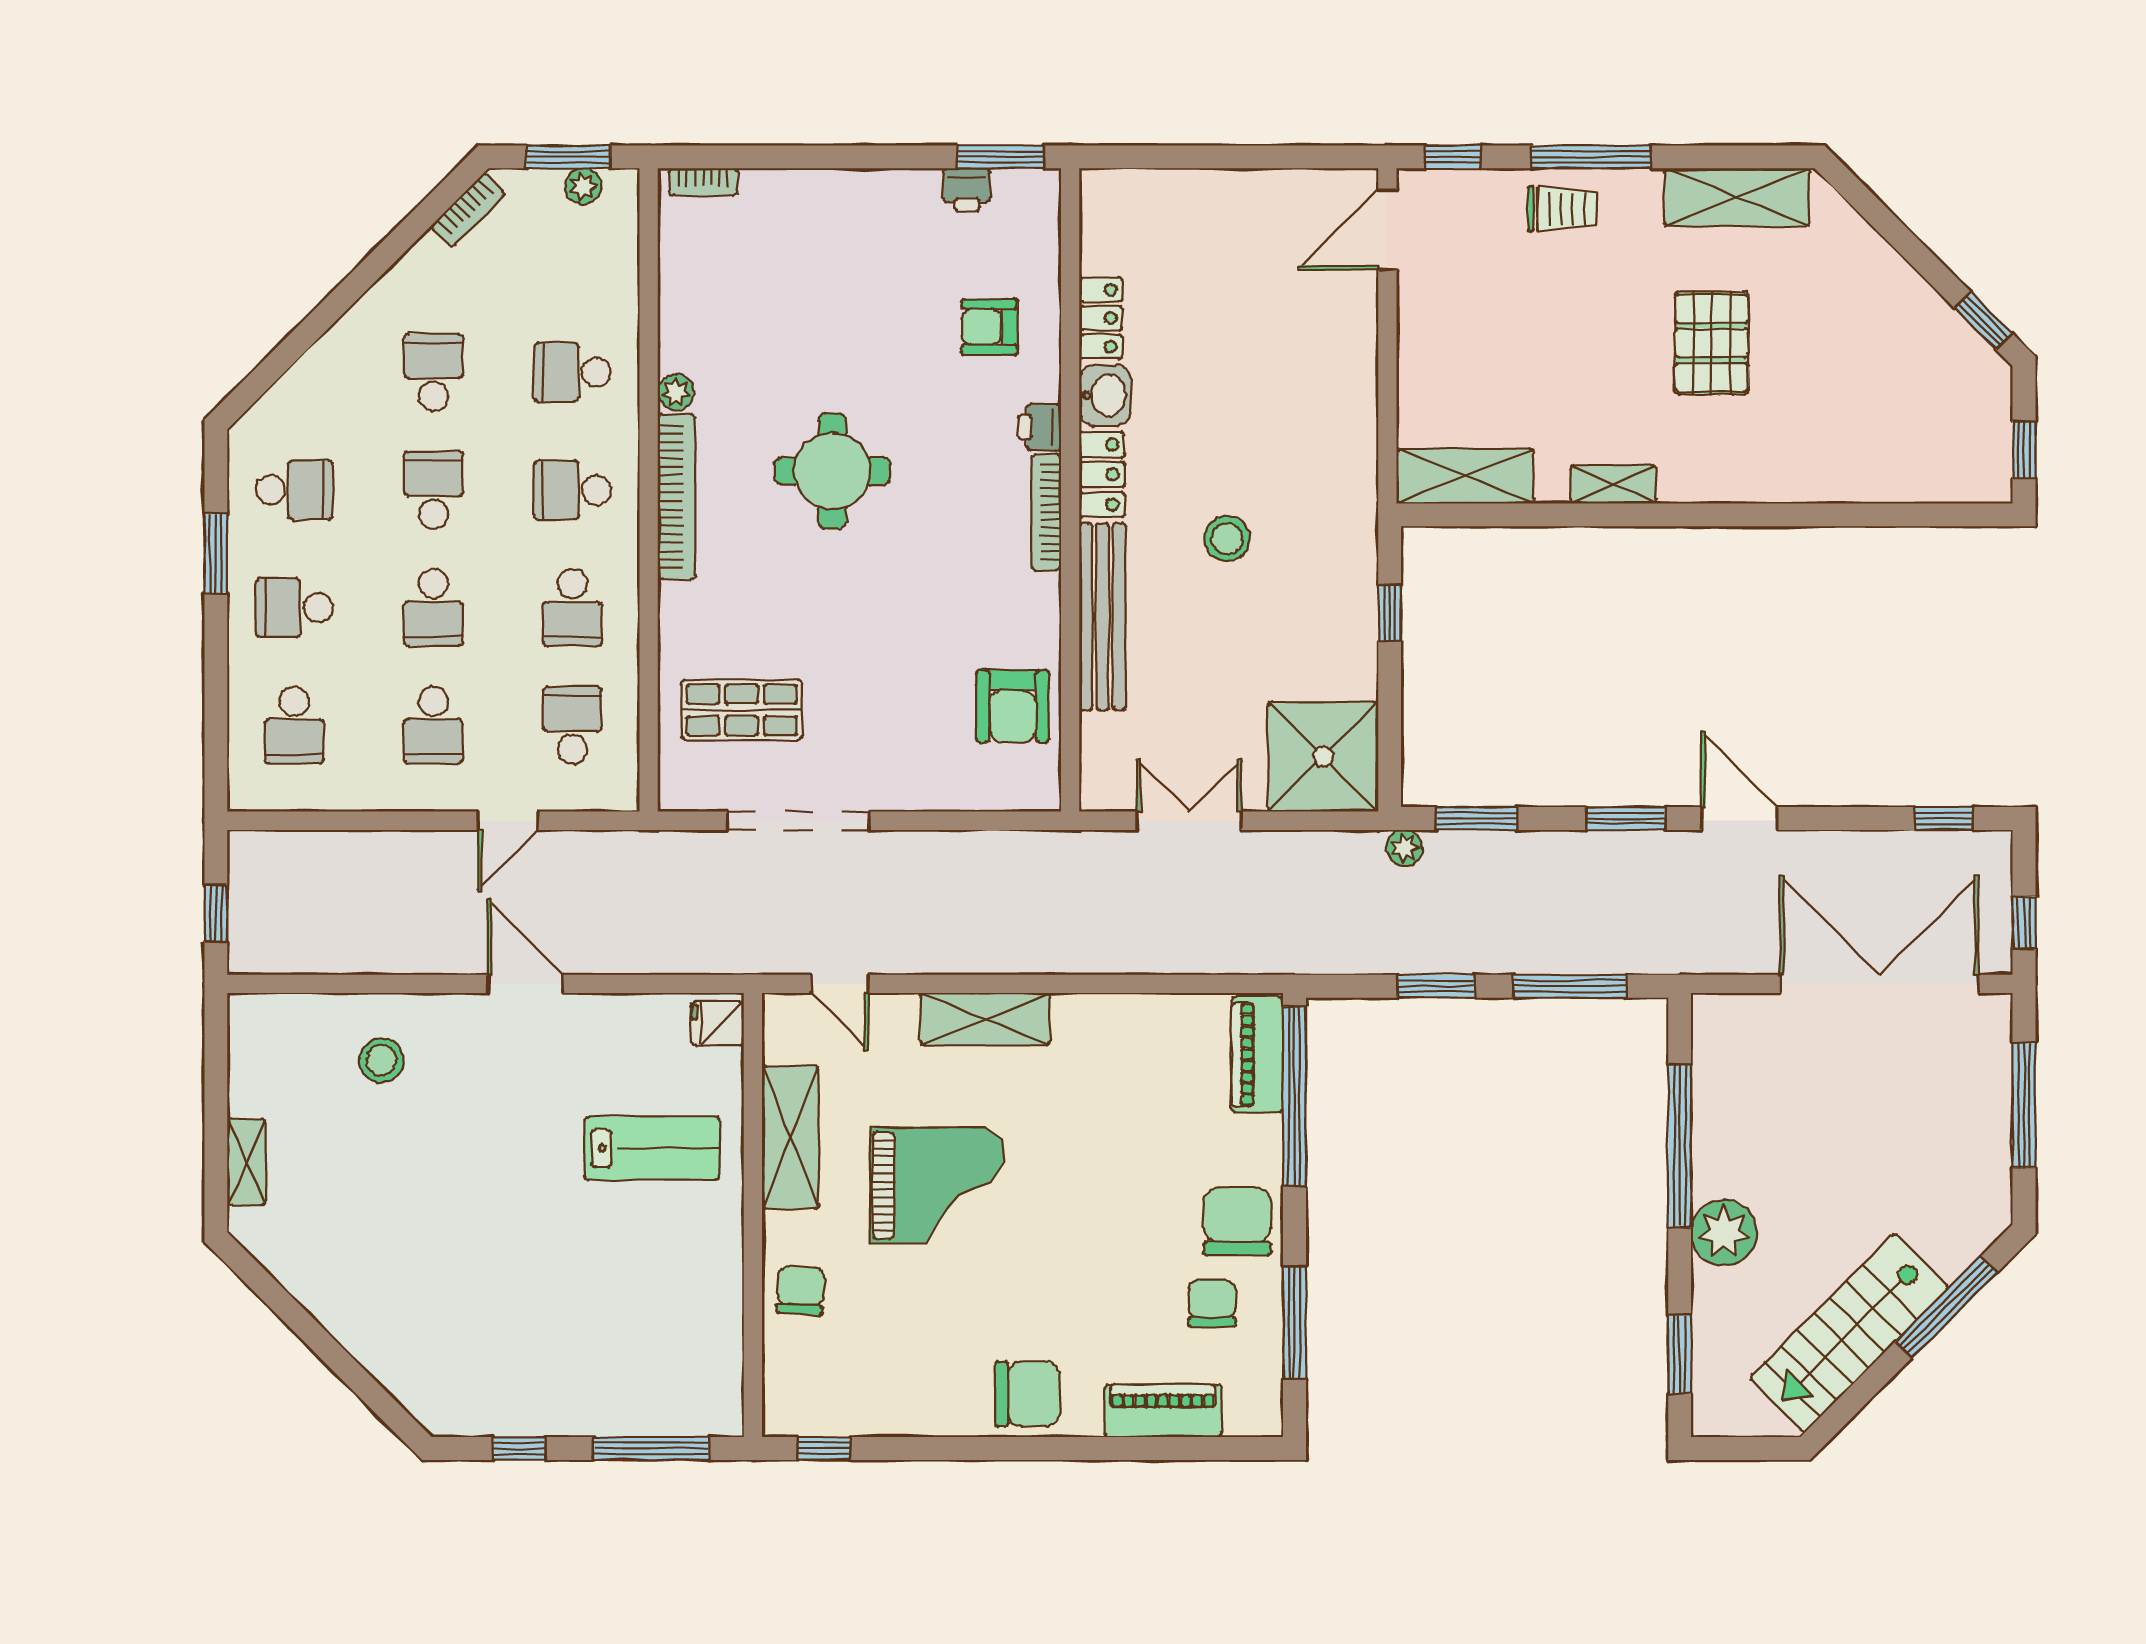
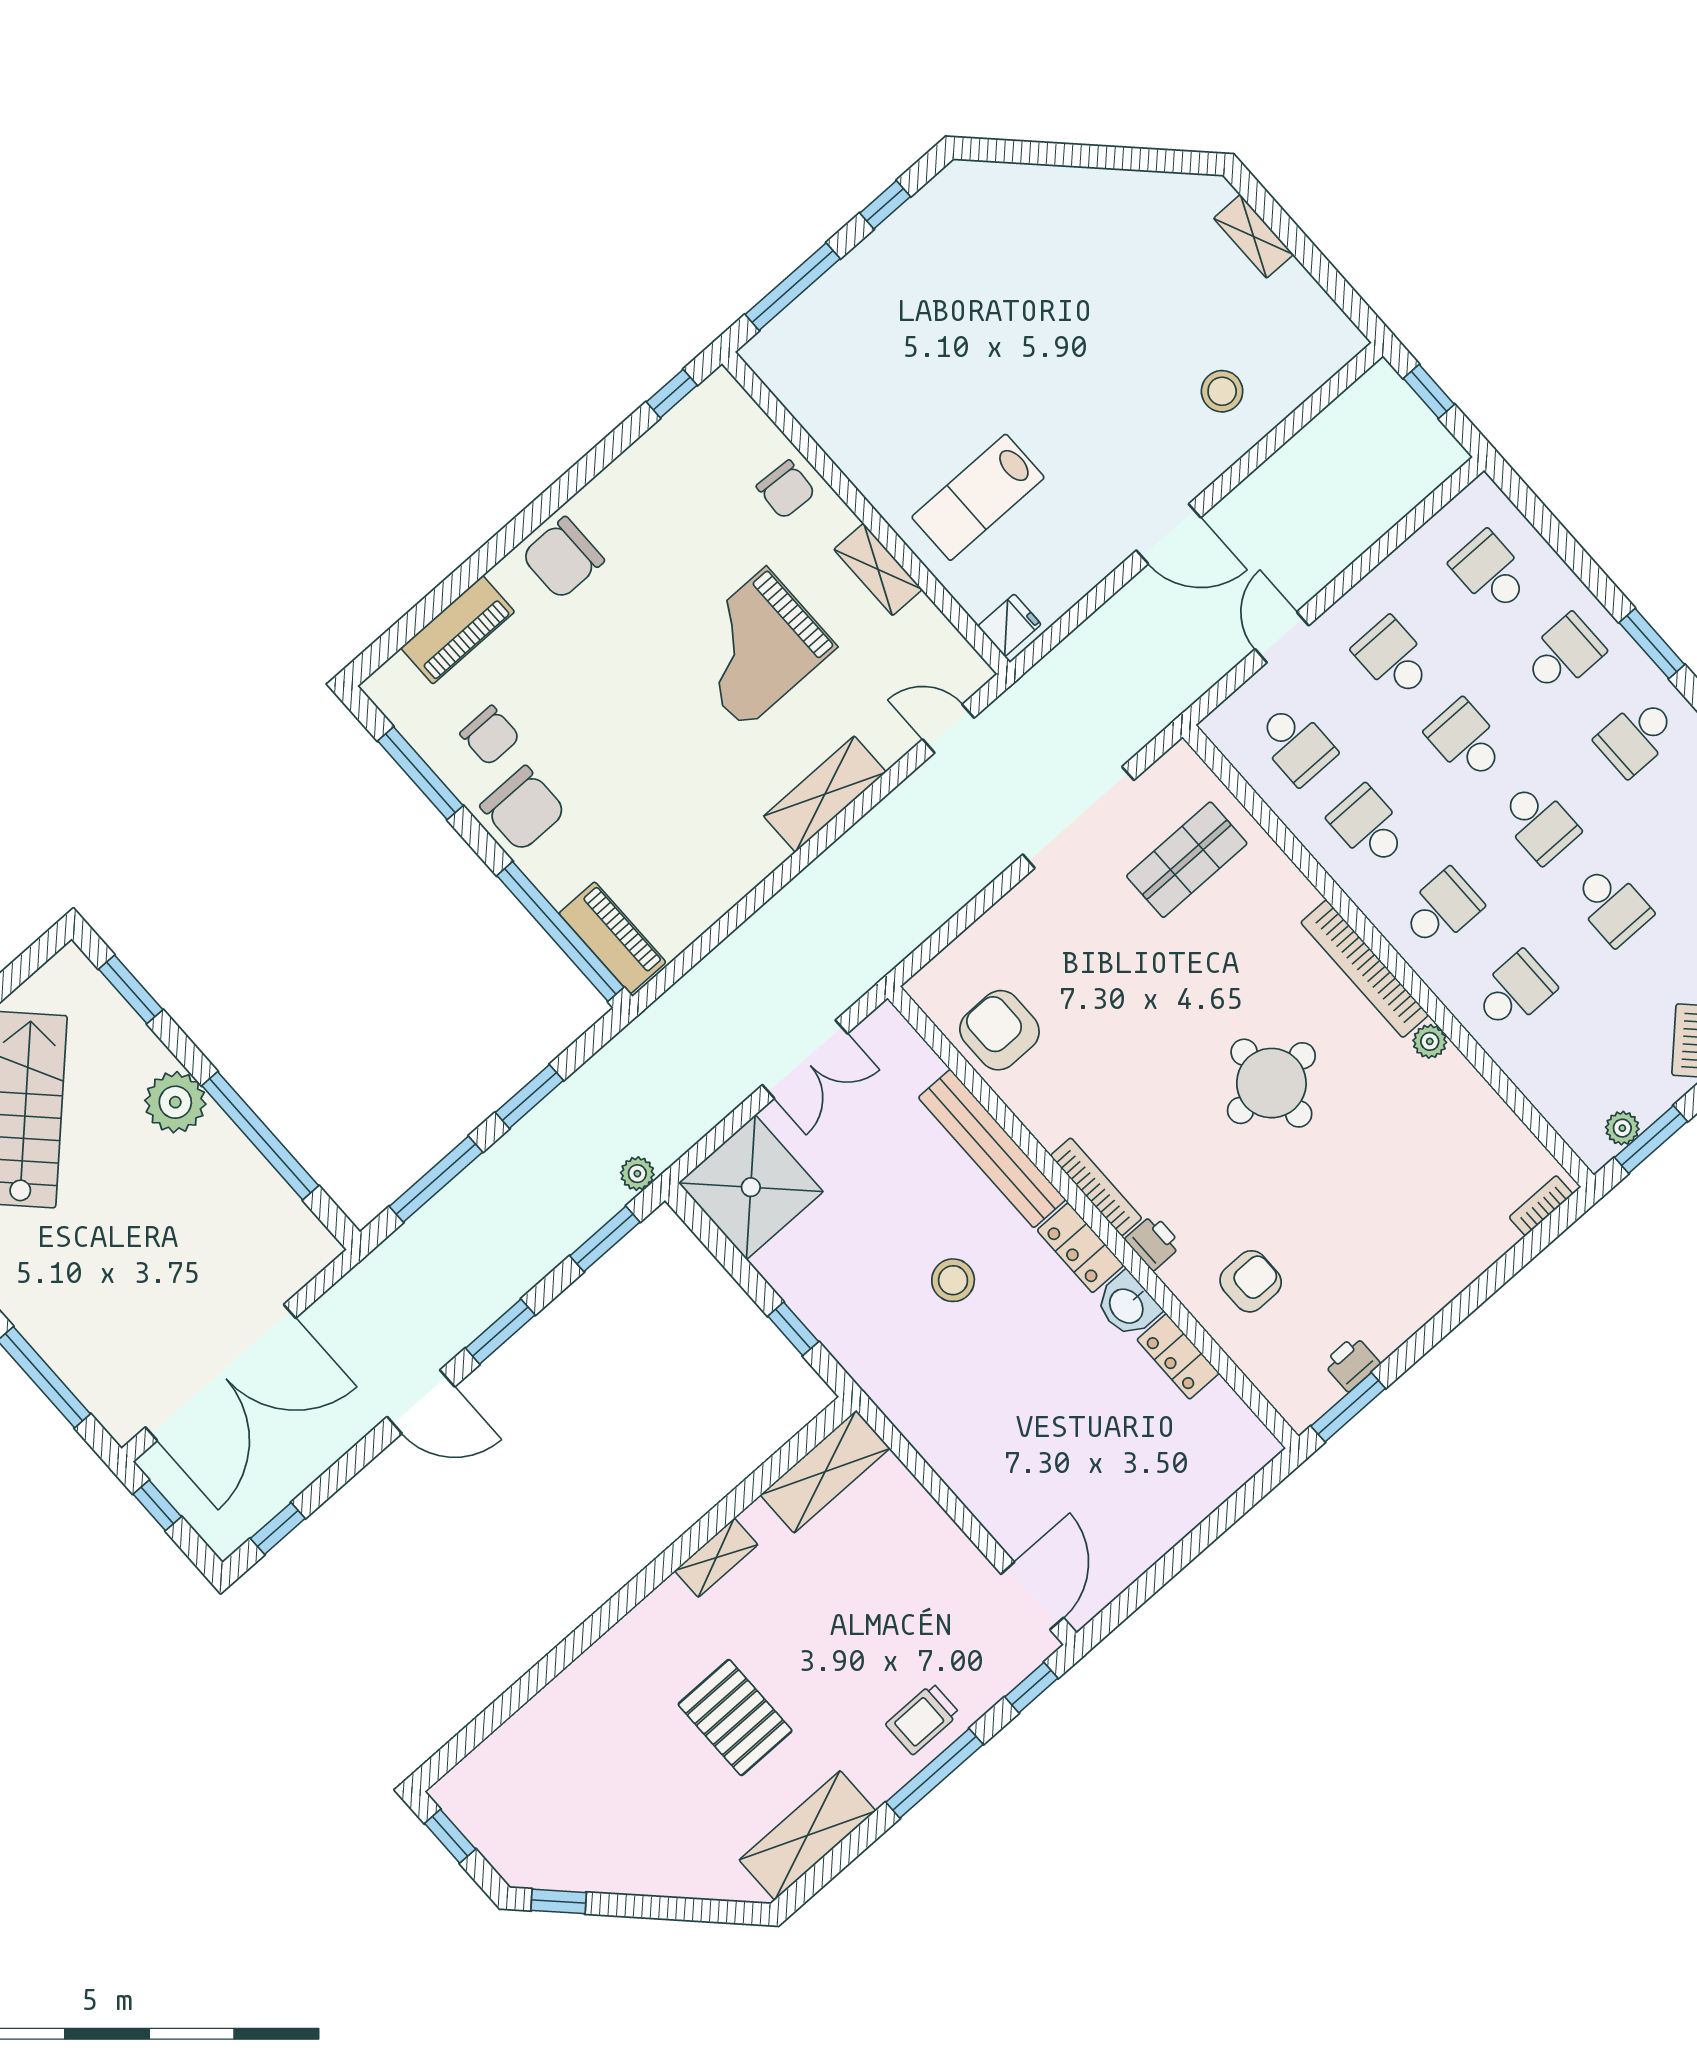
shelving: (790, 1138) -> (878, 569), width x0.67, depth x0.75

